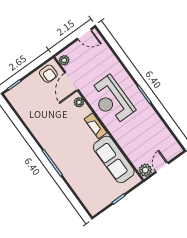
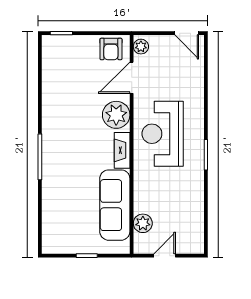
plant: (79, 102) -> (116, 115), width x1.88, depth x1.88
plant: (145, 170) -> (143, 223), moved

